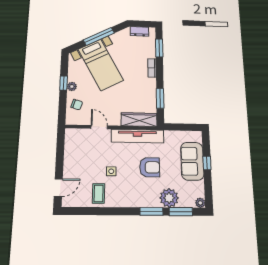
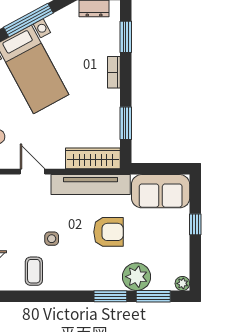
sofa: (192, 161) -> (161, 191), moved, turned -90

